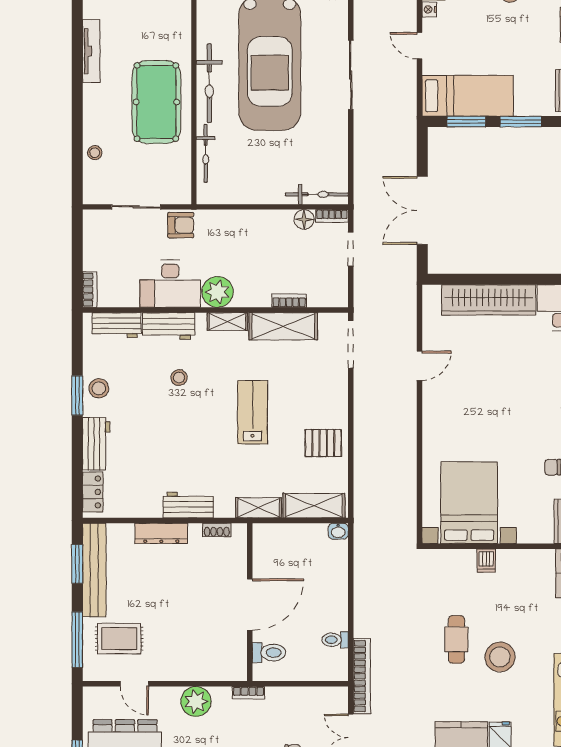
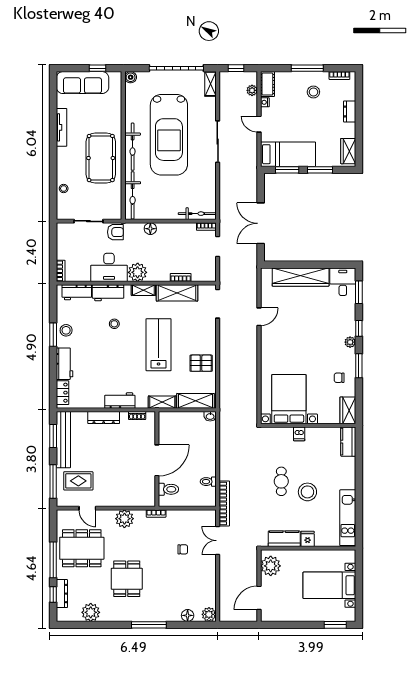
bicycle: (206, 153) -> (133, 195), width x1.37, depth x1.40
floor lamp: (304, 219) -> (150, 229), moved
lab bench: (252, 412) -> (159, 345), width x1.36, depth x1.39

